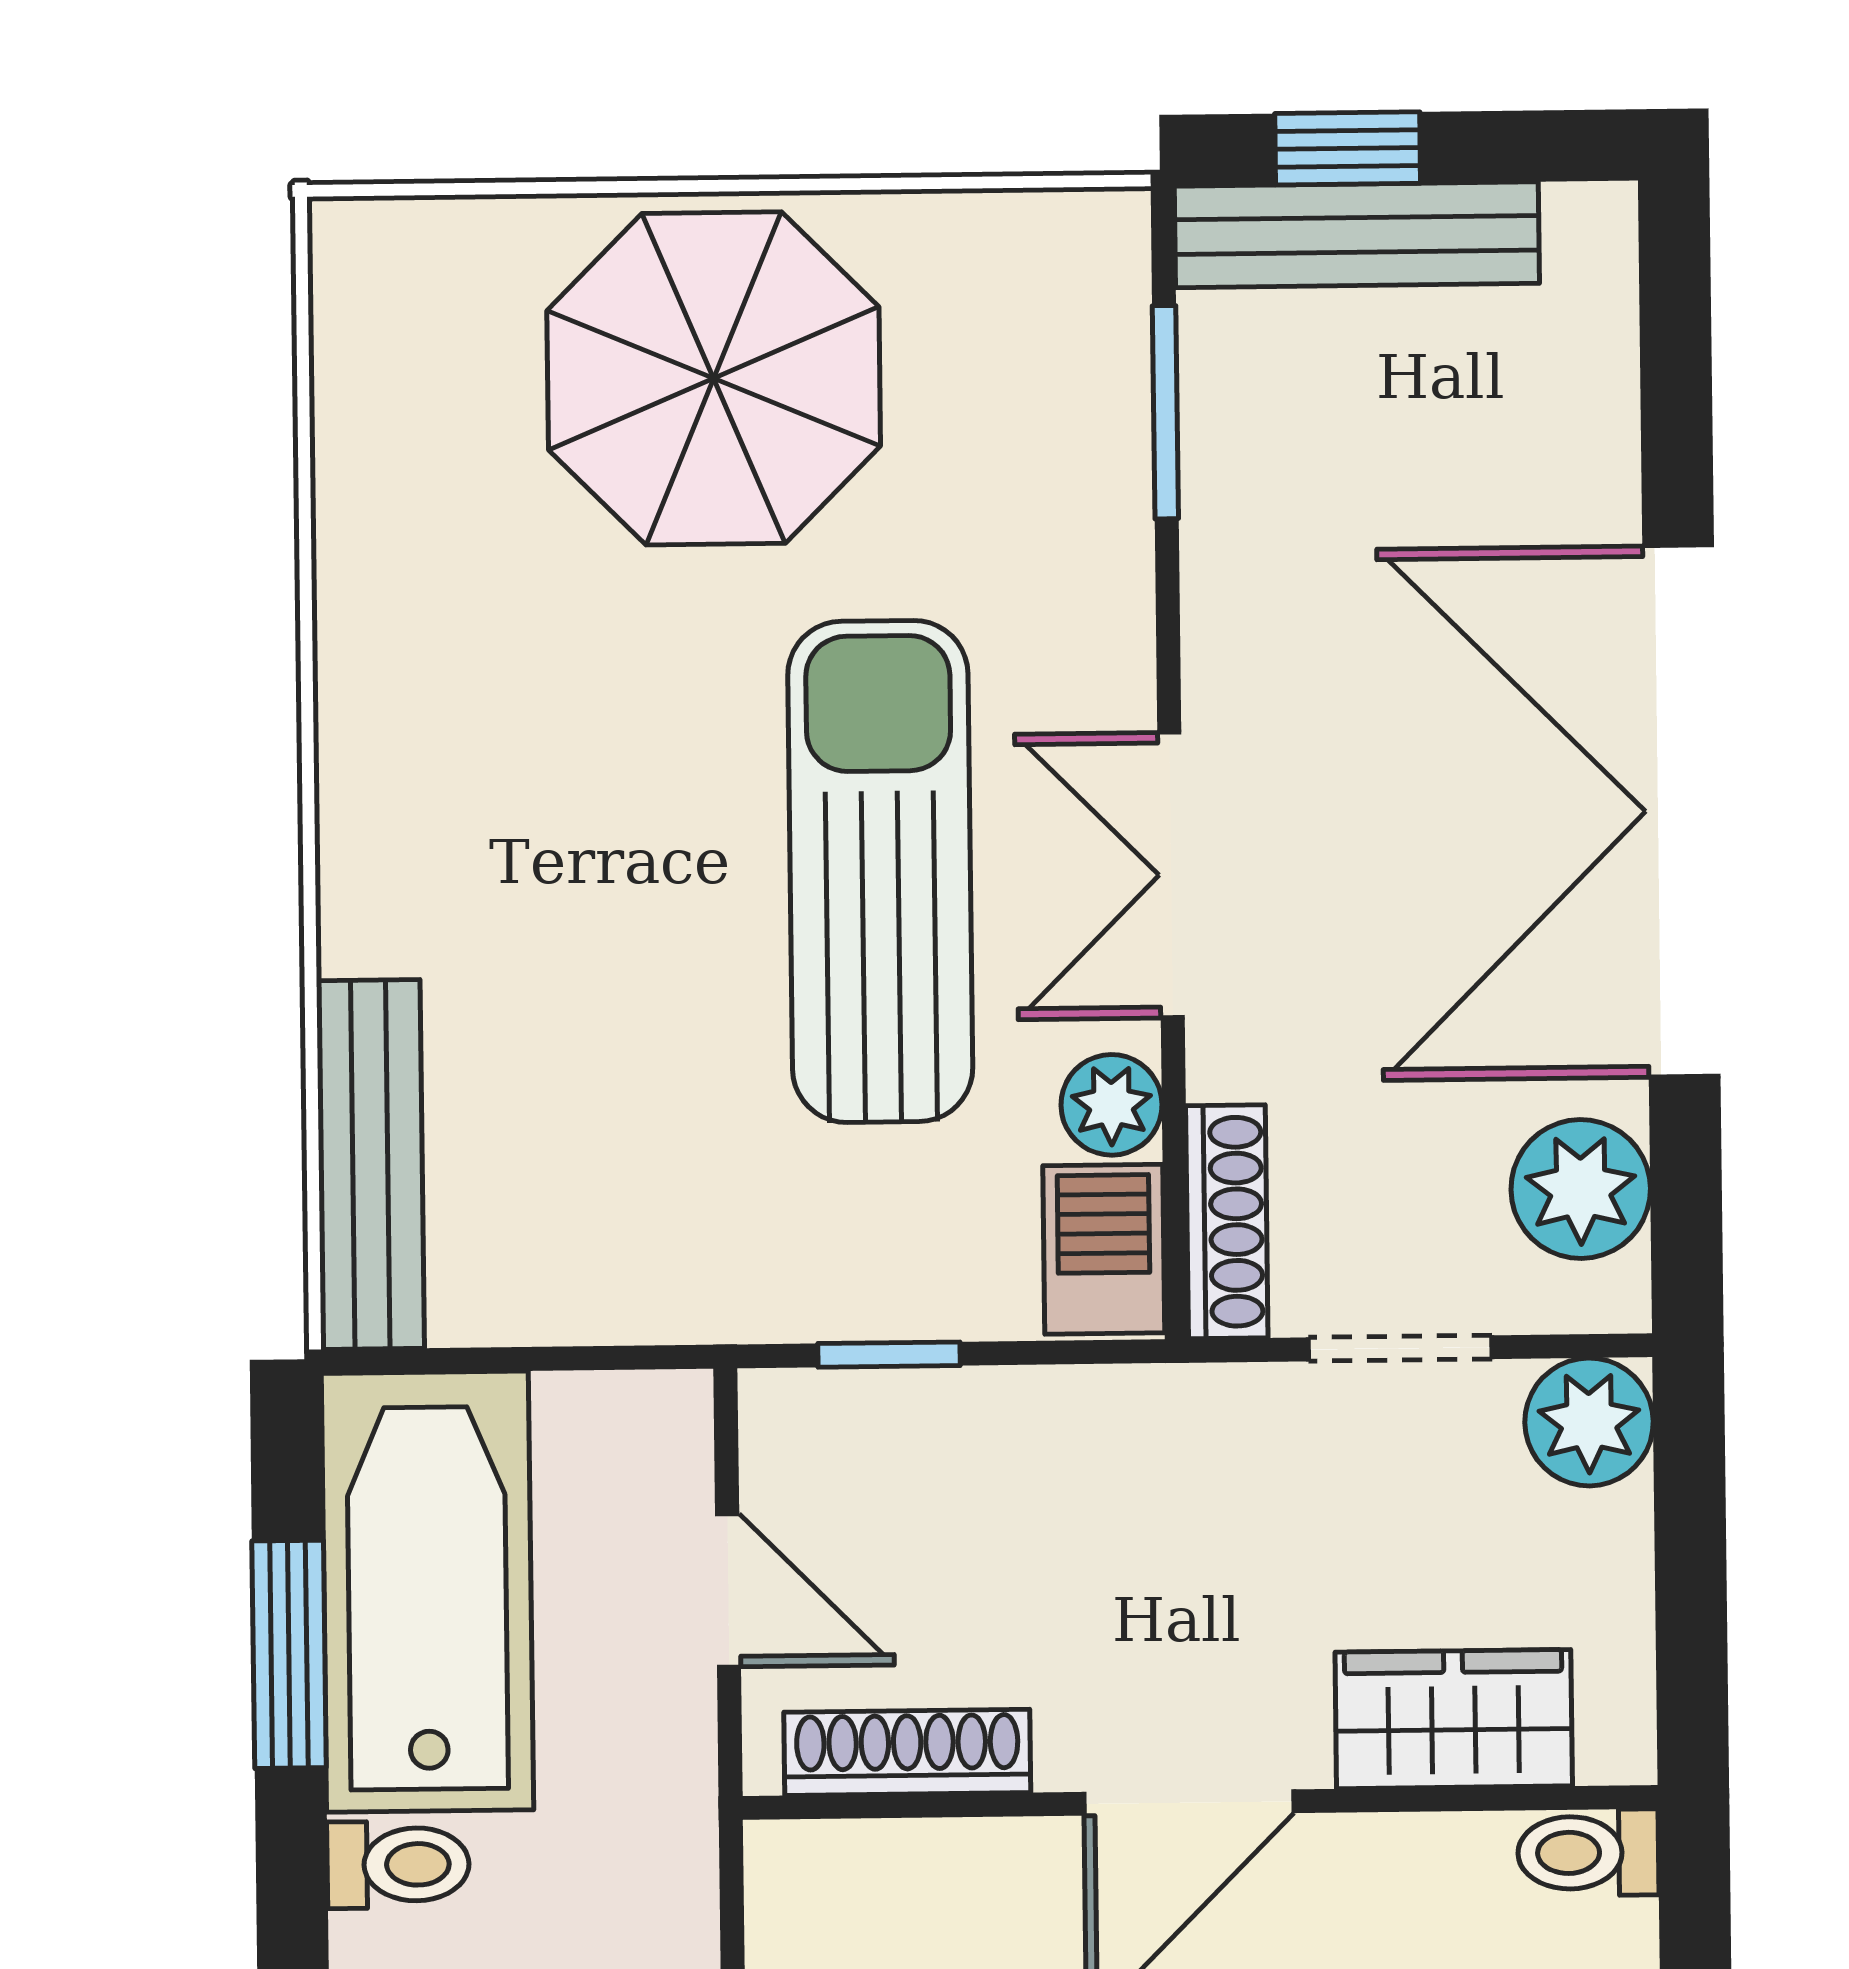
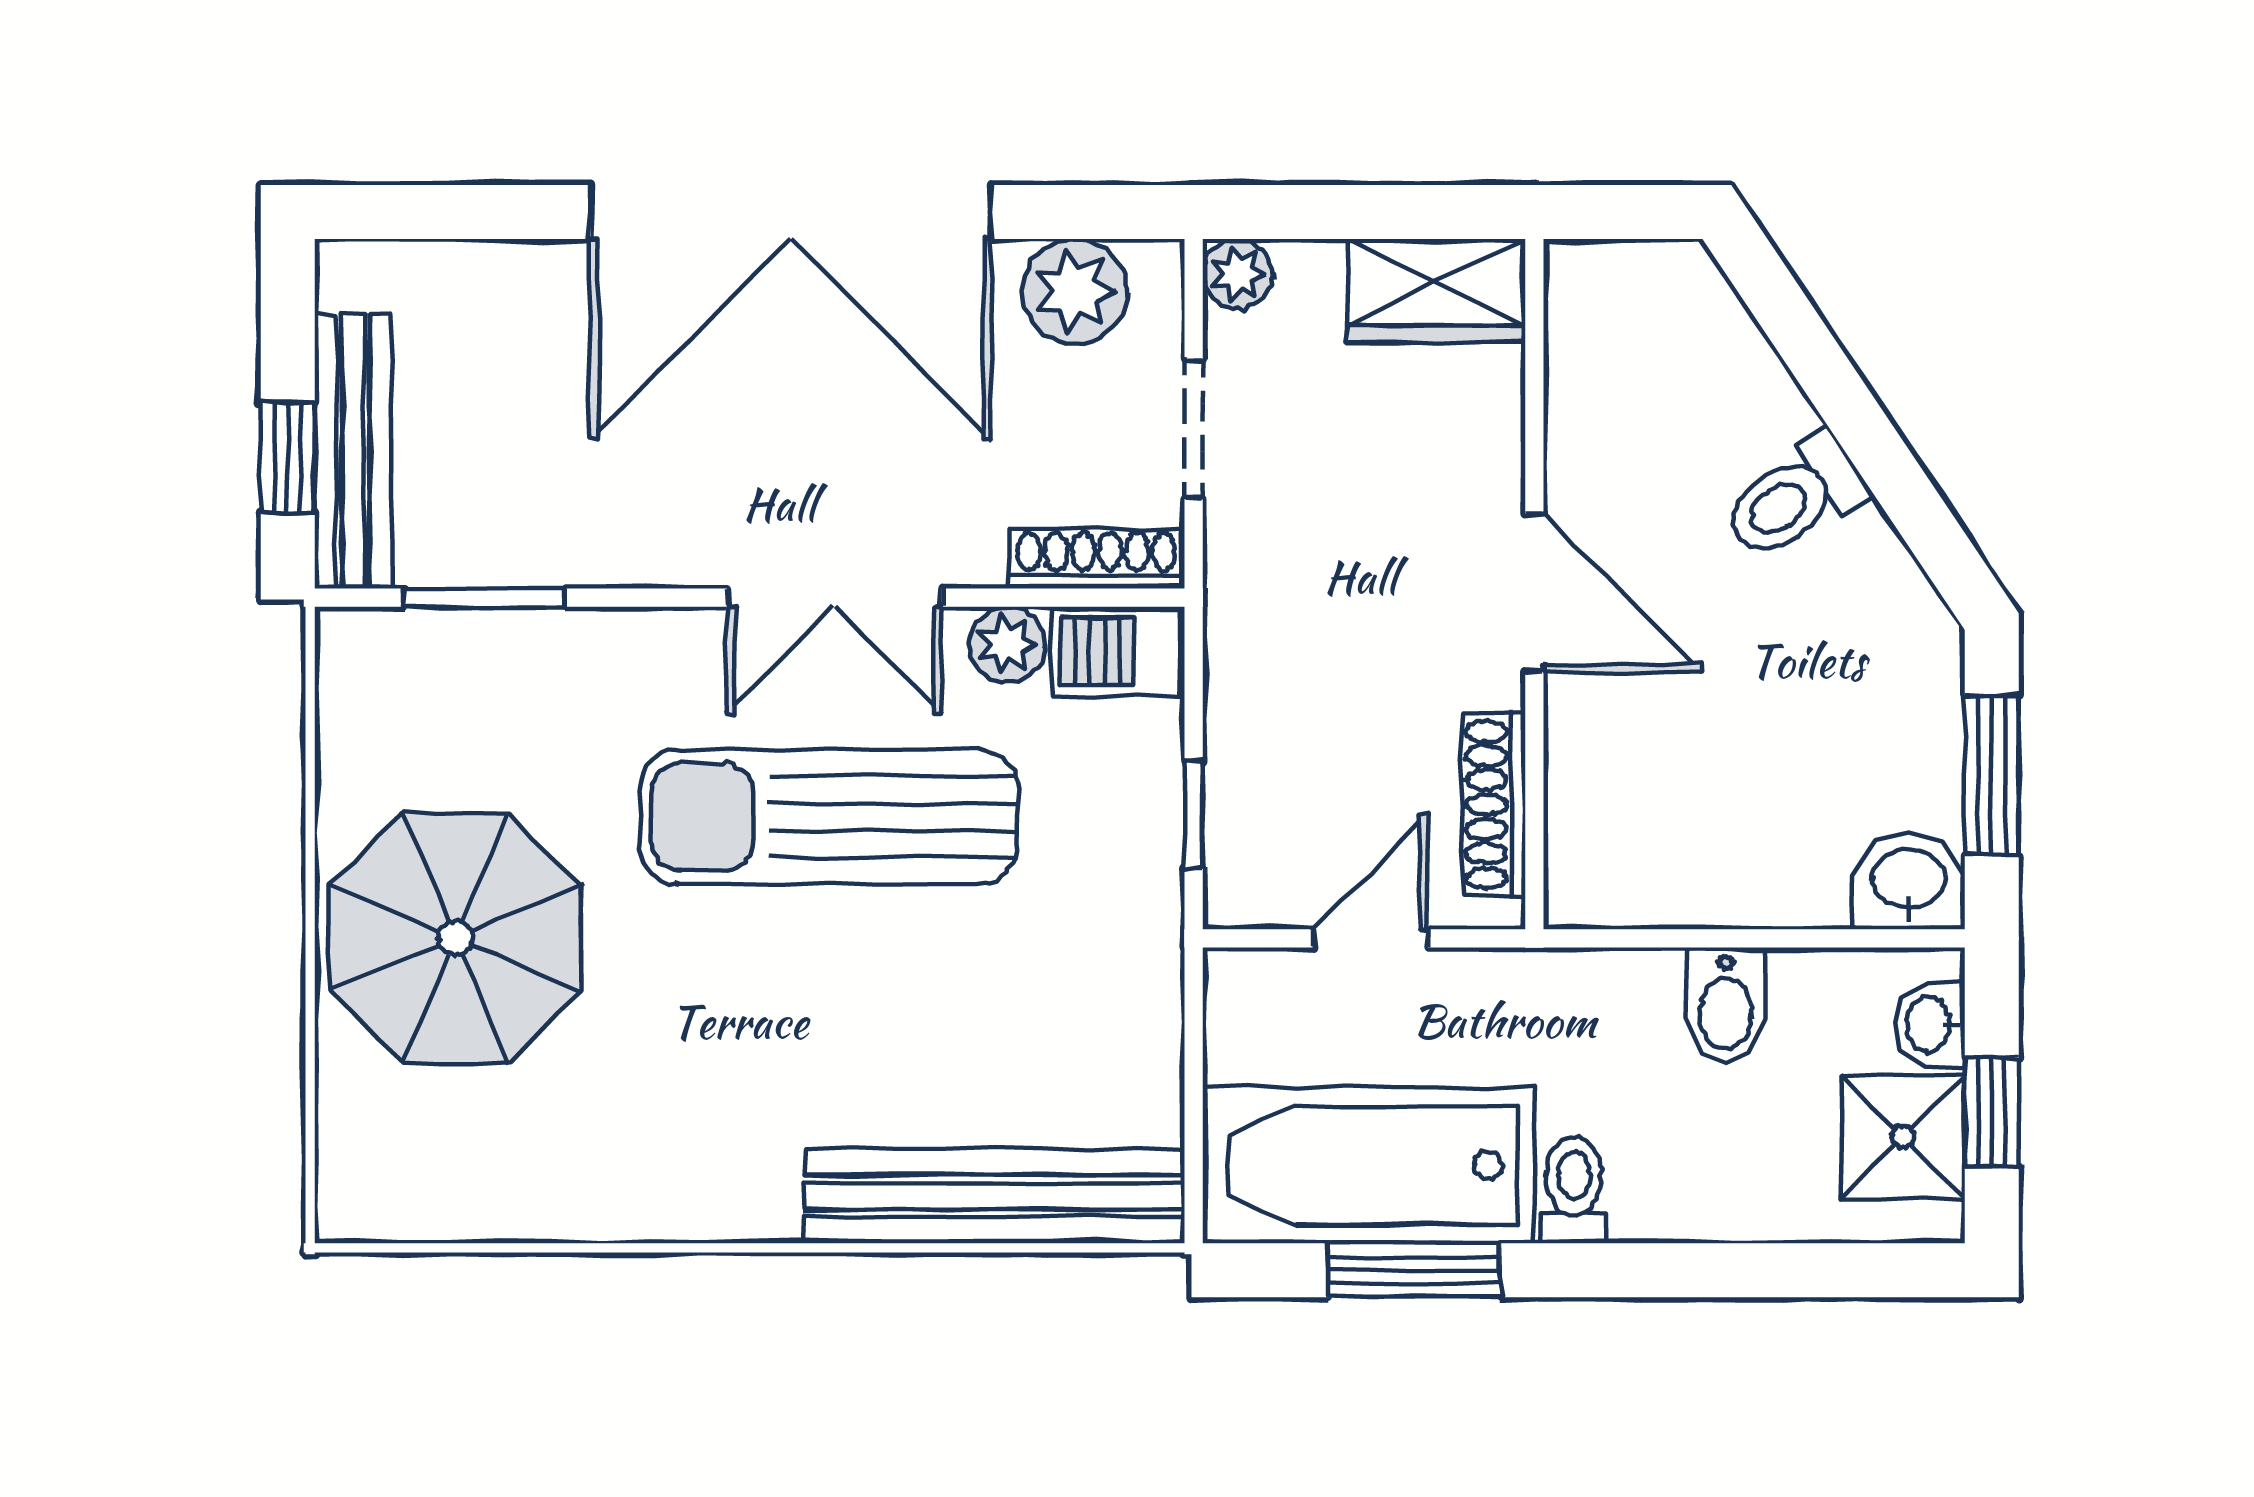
bench: (370, 1164) -> (994, 1196), width x1.37, depth x1.21
plant: (1589, 1422) -> (1238, 274), width x0.73, depth x0.73
wardrobe: (1454, 1719) -> (1436, 290), moved, turned -90
toilet: (1588, 1853) -> (1576, 292), removed

